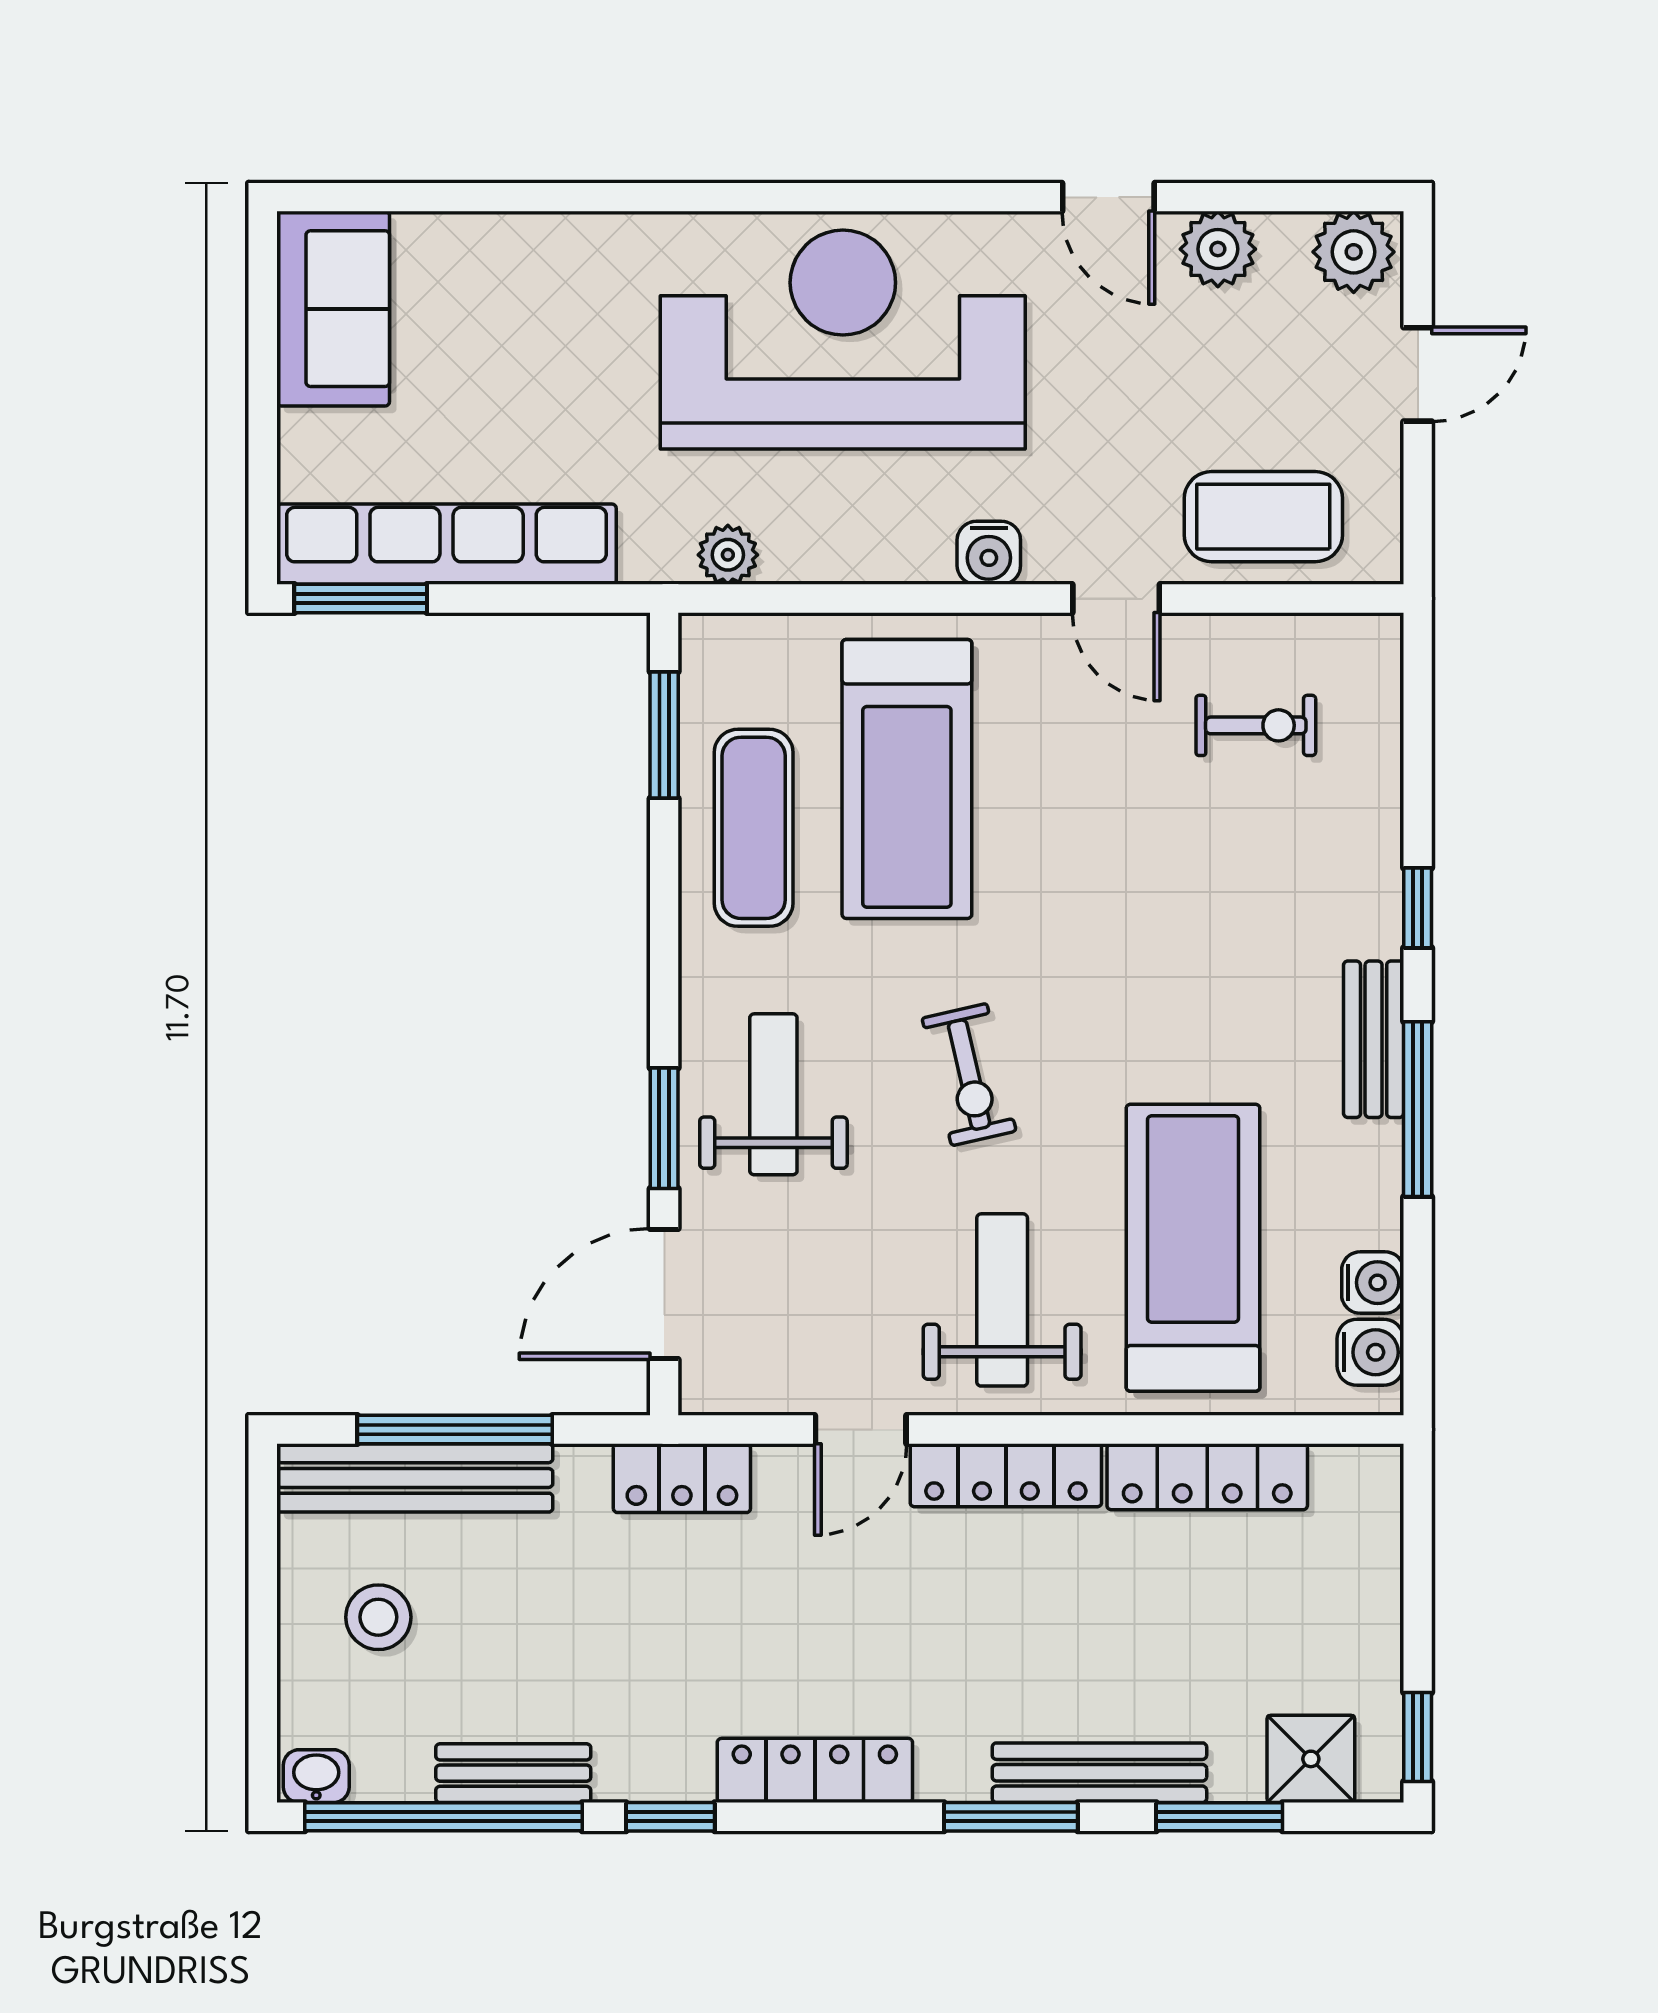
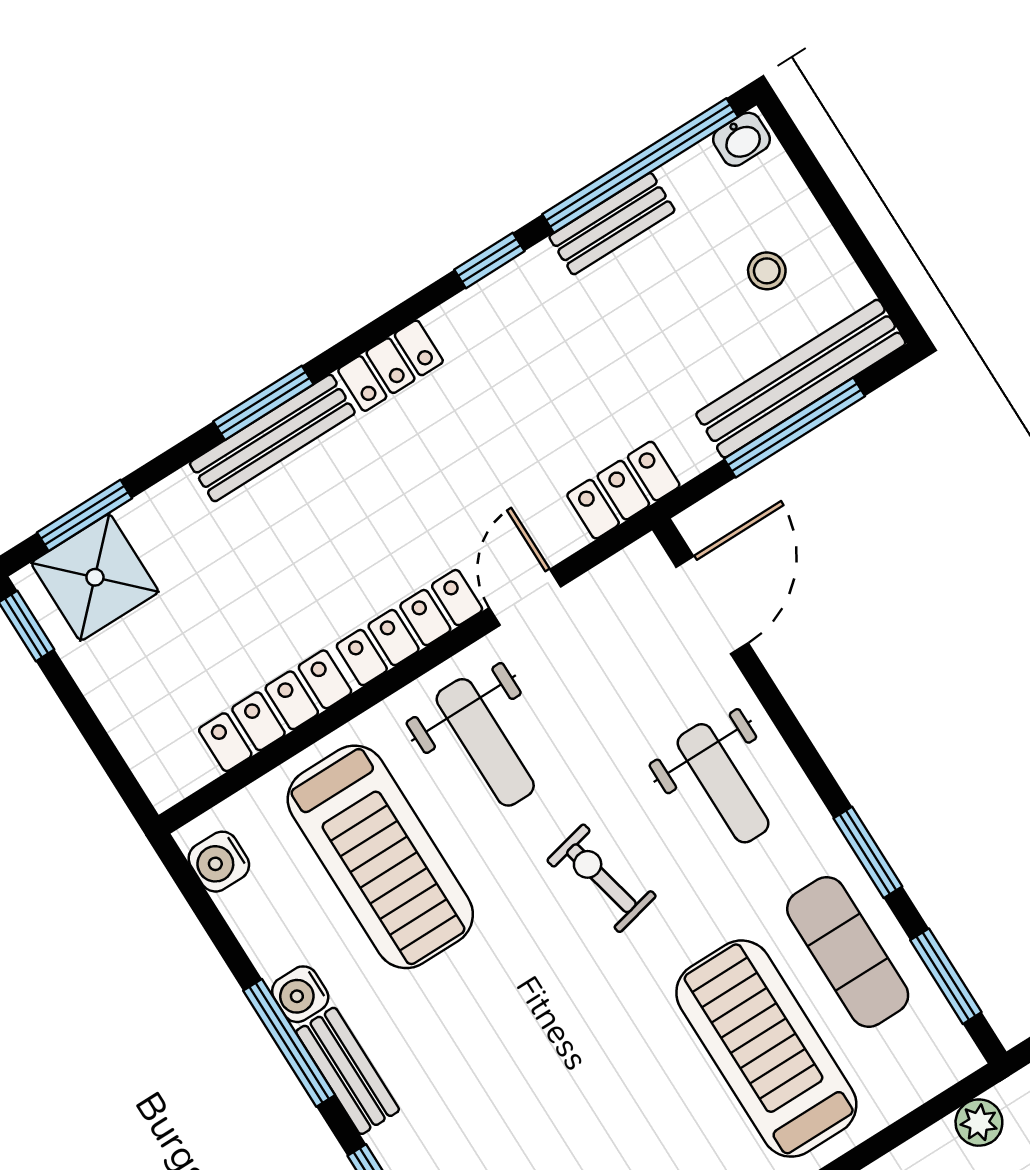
window: (664, 1128) -> (868, 852), moved
water cooler: (1373, 1283) -> (300, 994), moved
stool: (378, 1617) -> (767, 271), width x0.73, depth x0.73
shower: (1311, 1759) -> (95, 577), width x1.36, depth x1.36
locker: (815, 1770) -> (391, 366), width x0.66
bench: (1099, 1773) -> (272, 438), moved
window: (1219, 1817) -> (85, 515), moved

